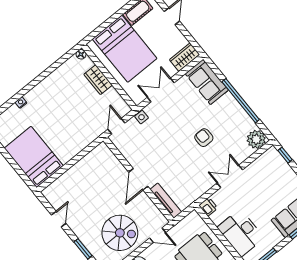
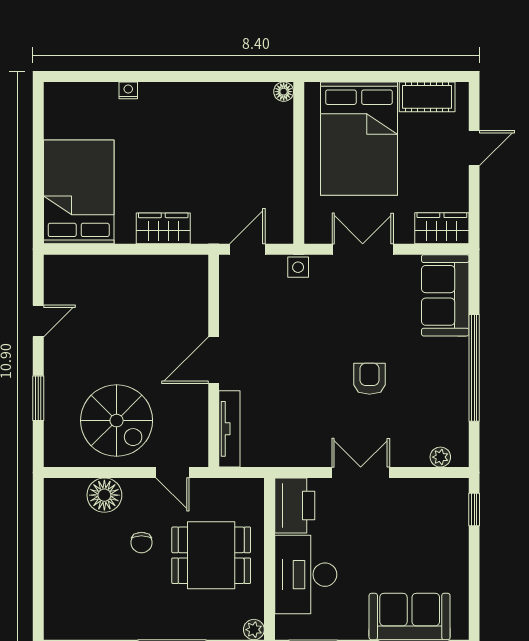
wardrobe: (98, 80) -> (163, 228), moved, turned 90
plant: (256, 139) -> (440, 457), width x0.53, depth x0.53
printer: (208, 207) -> (295, 505), width x1.87, depth x1.48

